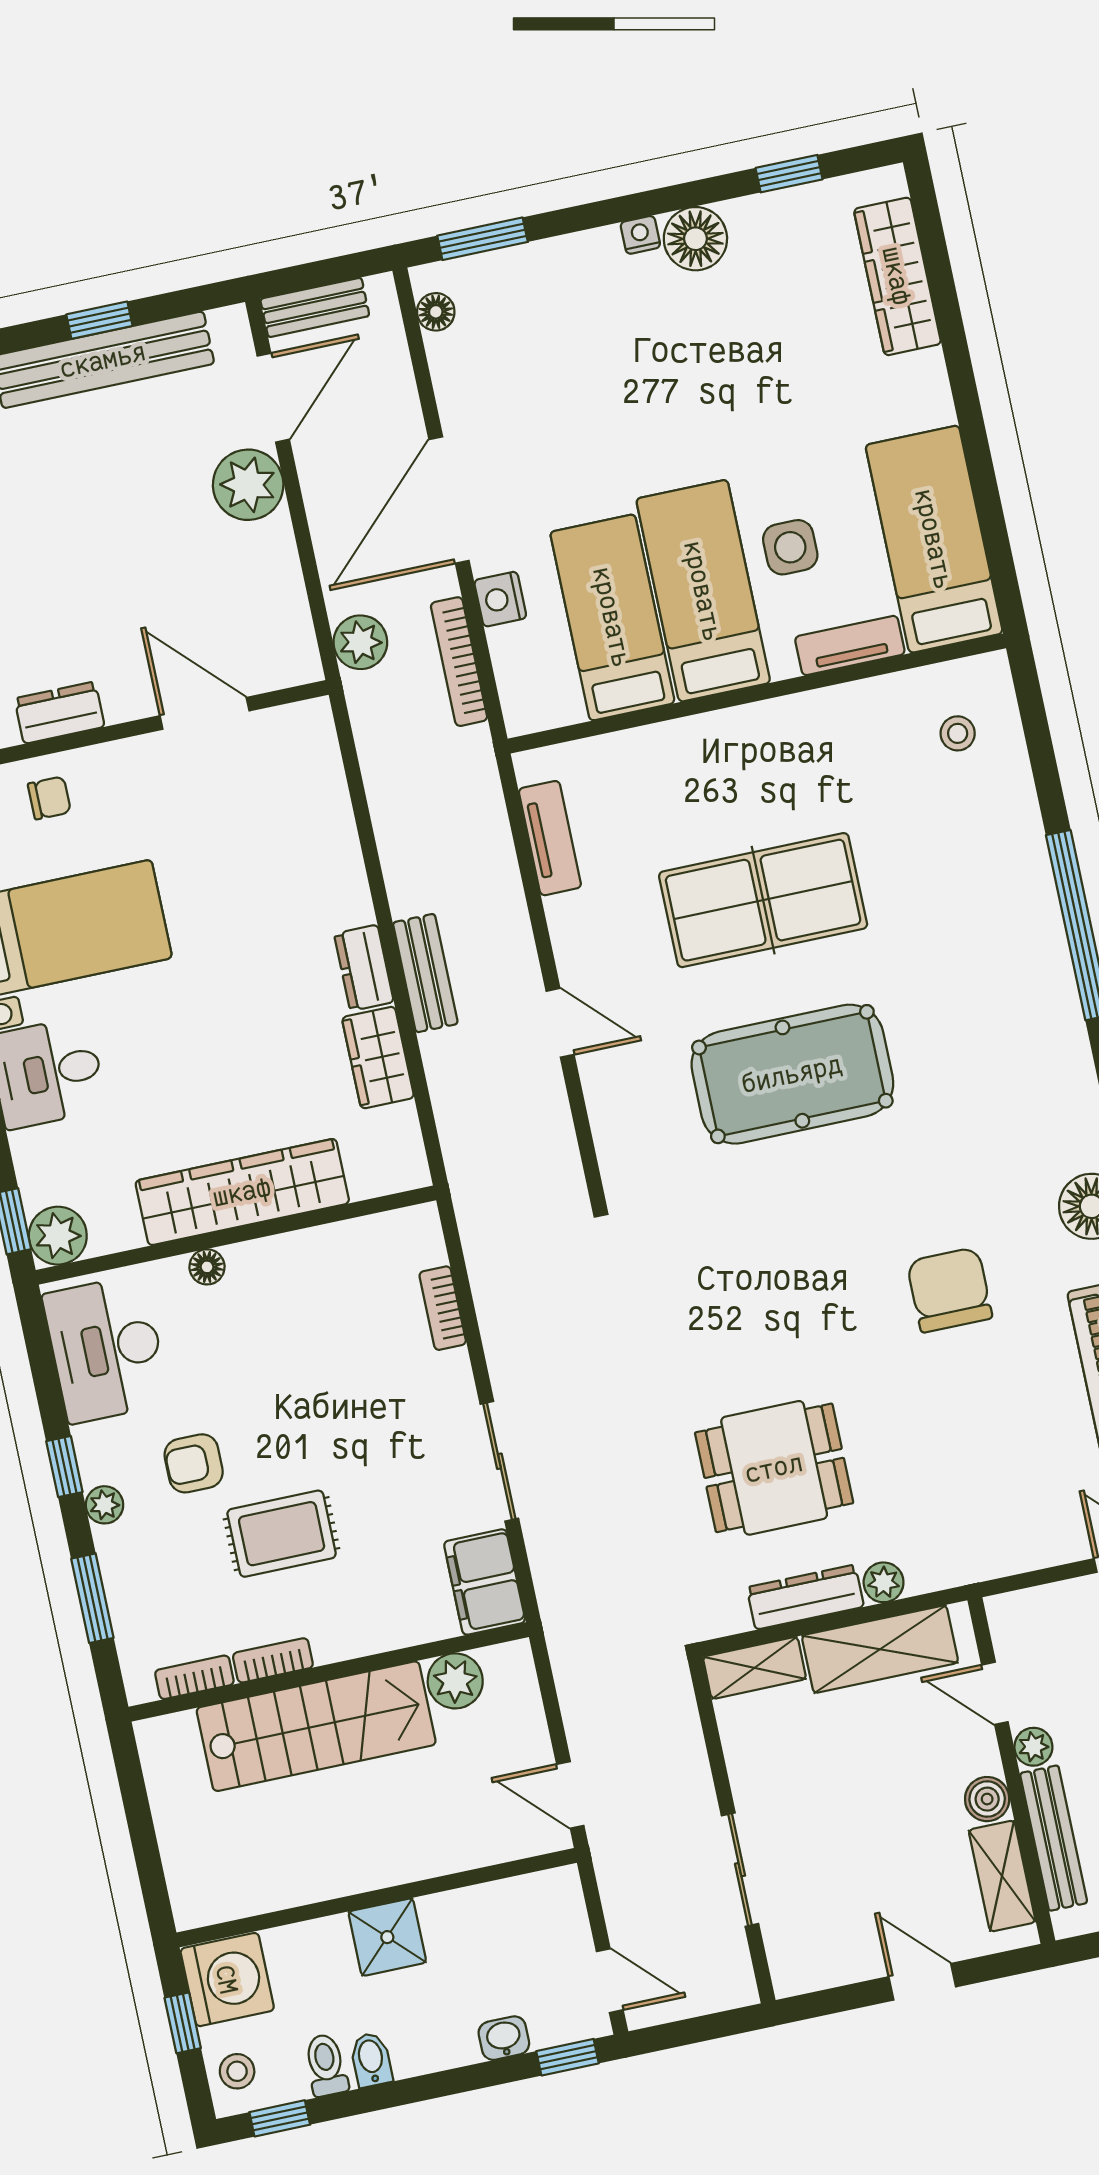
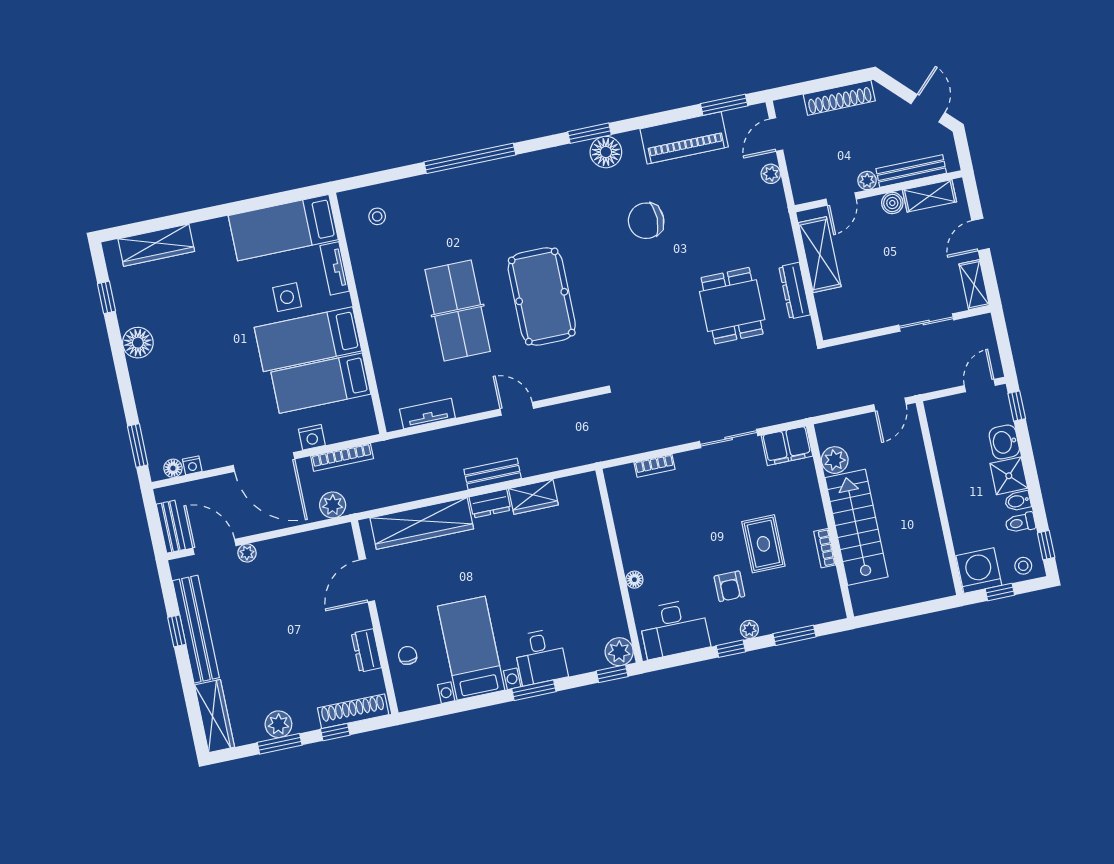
nightstand: (640, 235) -> (192, 465), moved, turned -90
plant: (248, 485) -> (247, 553), width x0.53, depth x0.53
door: (560, 1023) -> (517, 409), hinge flipped
wardrobe: (242, 1192) -> (422, 523), moved, turned -90
plant: (884, 1582) -> (771, 174), moved
shelving: (755, 1668) -> (974, 285), moved
bookcase: (194, 1677) -> (833, 586), removed
shower: (387, 1937) -> (1009, 476), moved
washbasin: (504, 2038) -> (1004, 442), width x1.38, depth x1.45

